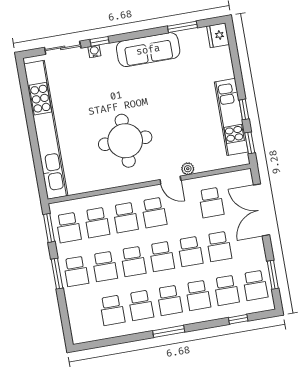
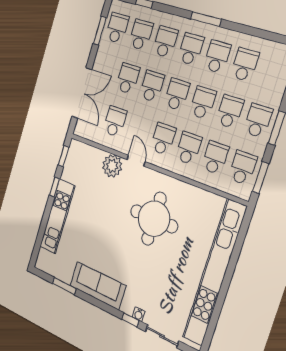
fridge: (218, 35) -> (44, 261), removed
kitchen unit: (231, 117) -> (57, 216), moved
plant: (188, 169) -> (112, 166), width x1.88, depth x1.88

